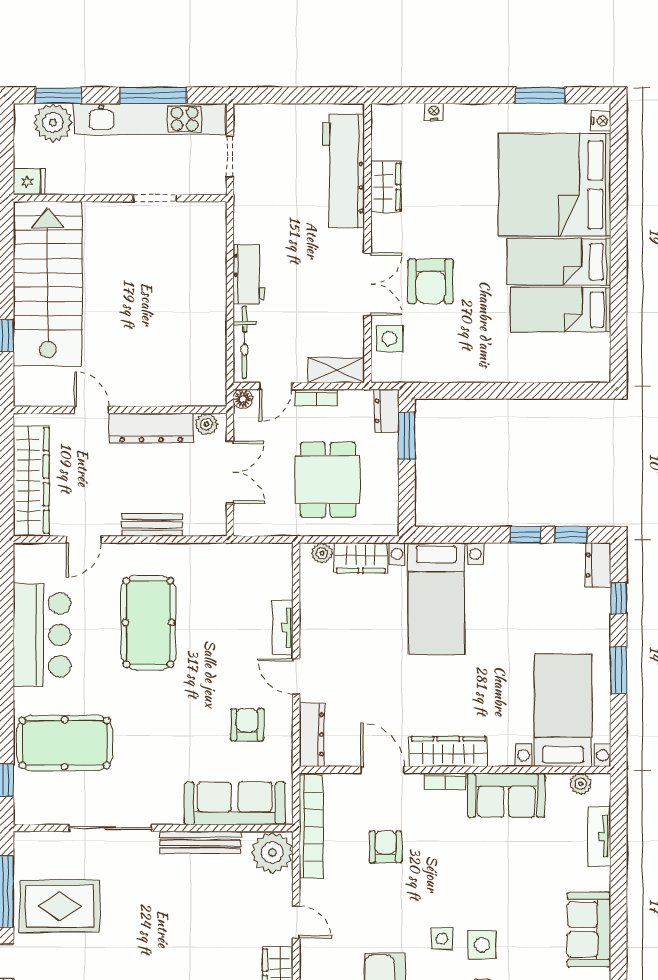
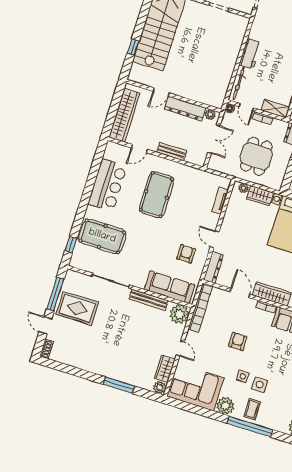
door: (276, 386) -> (246, 107), hinge flipped
door: (92, 410) -> (161, 92), swing flipped
tv unit: (283, 628) -> (220, 201), moved
armchair: (386, 847) -> (238, 341), moved

